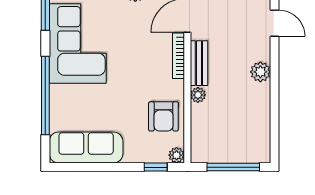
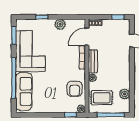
plant: (260, 72) -> (125, 94), moved
rug: (216, 134) -> (102, 98), added
sofa: (86, 148) -> (24, 91), moved, turned 90

